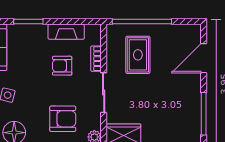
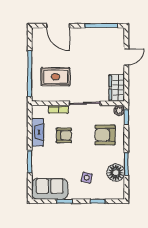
armchair: (62, 66) -> (64, 135), turned -90
armchair: (63, 119) -> (105, 135), turned -90

